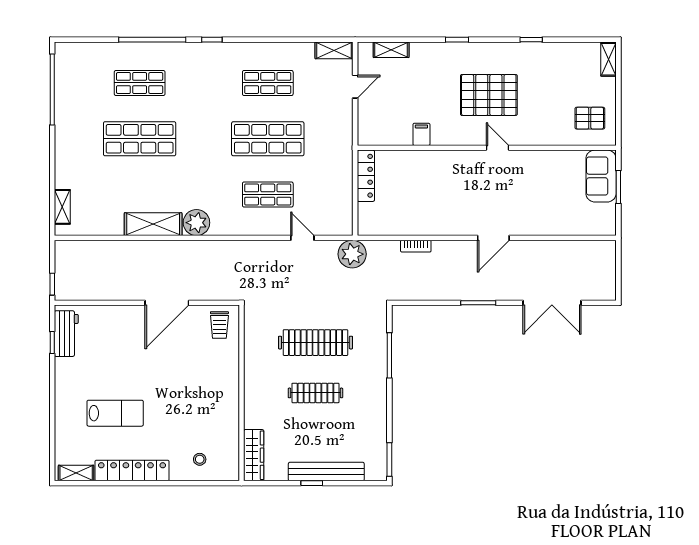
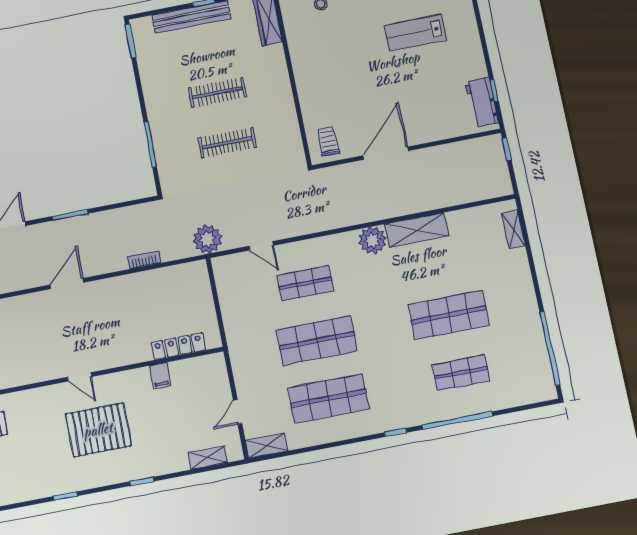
shop shelf: (268, 83) -> (328, 398), width x1.43, depth x1.36
locker: (366, 176) -> (178, 346), moved, turned 90
clothes rail: (315, 343) -> (227, 143), width x0.73, depth x0.76

